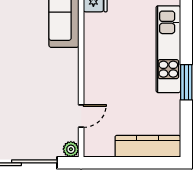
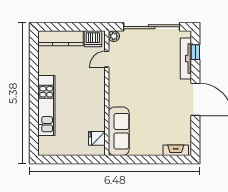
window: (186, 82) -> (34, 83), removed
dishwasher: (101, 146) -> (93, 39), added

